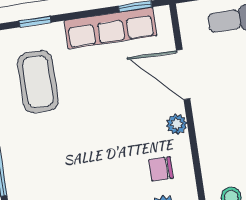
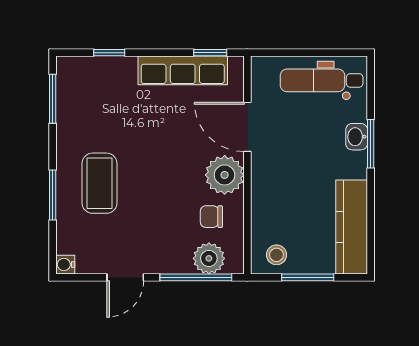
coffee table: (38, 82) -> (100, 183), moved
plant: (177, 124) -> (225, 175), width x1.88, depth x1.88

